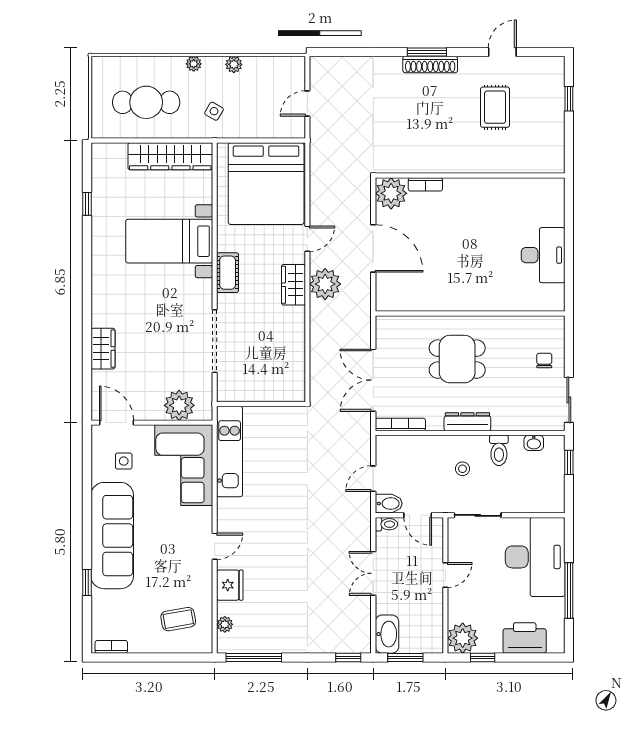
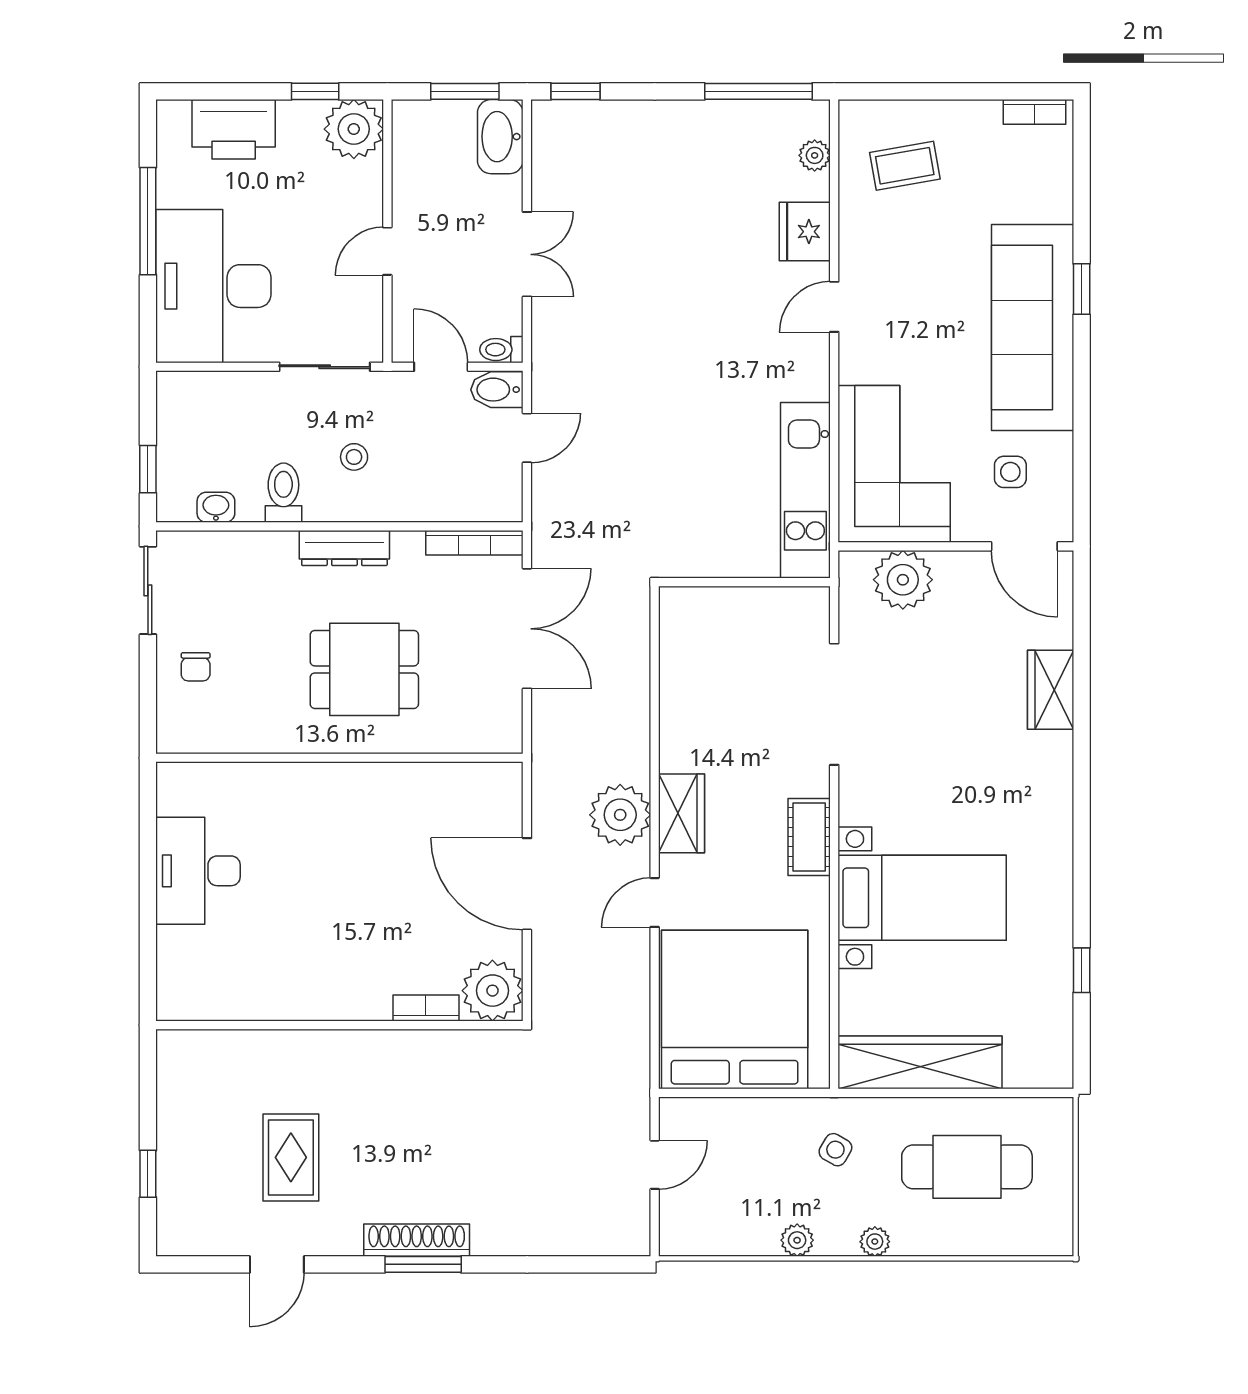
window: (87, 583) -> (1082, 289), moved

